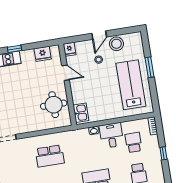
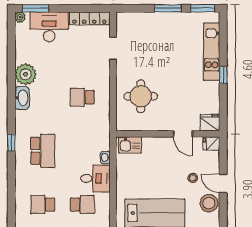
fridge: (43, 54) -> (210, 123), moved, turned 90
door: (66, 73) -> (183, 134), hinge flipped
round table: (54, 105) -> (141, 96), moved
school desk: (50, 156) -> (82, 97), width x0.54

